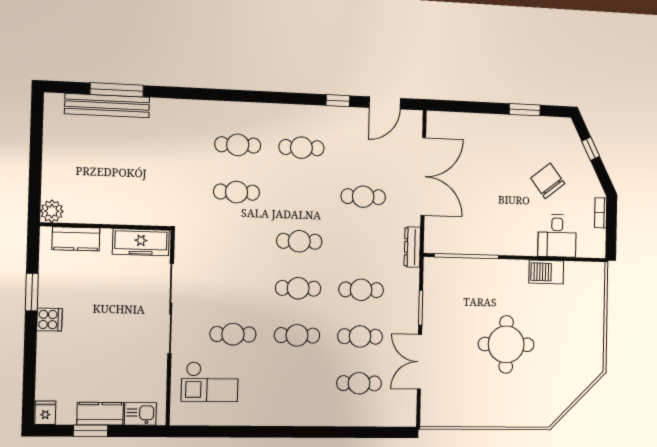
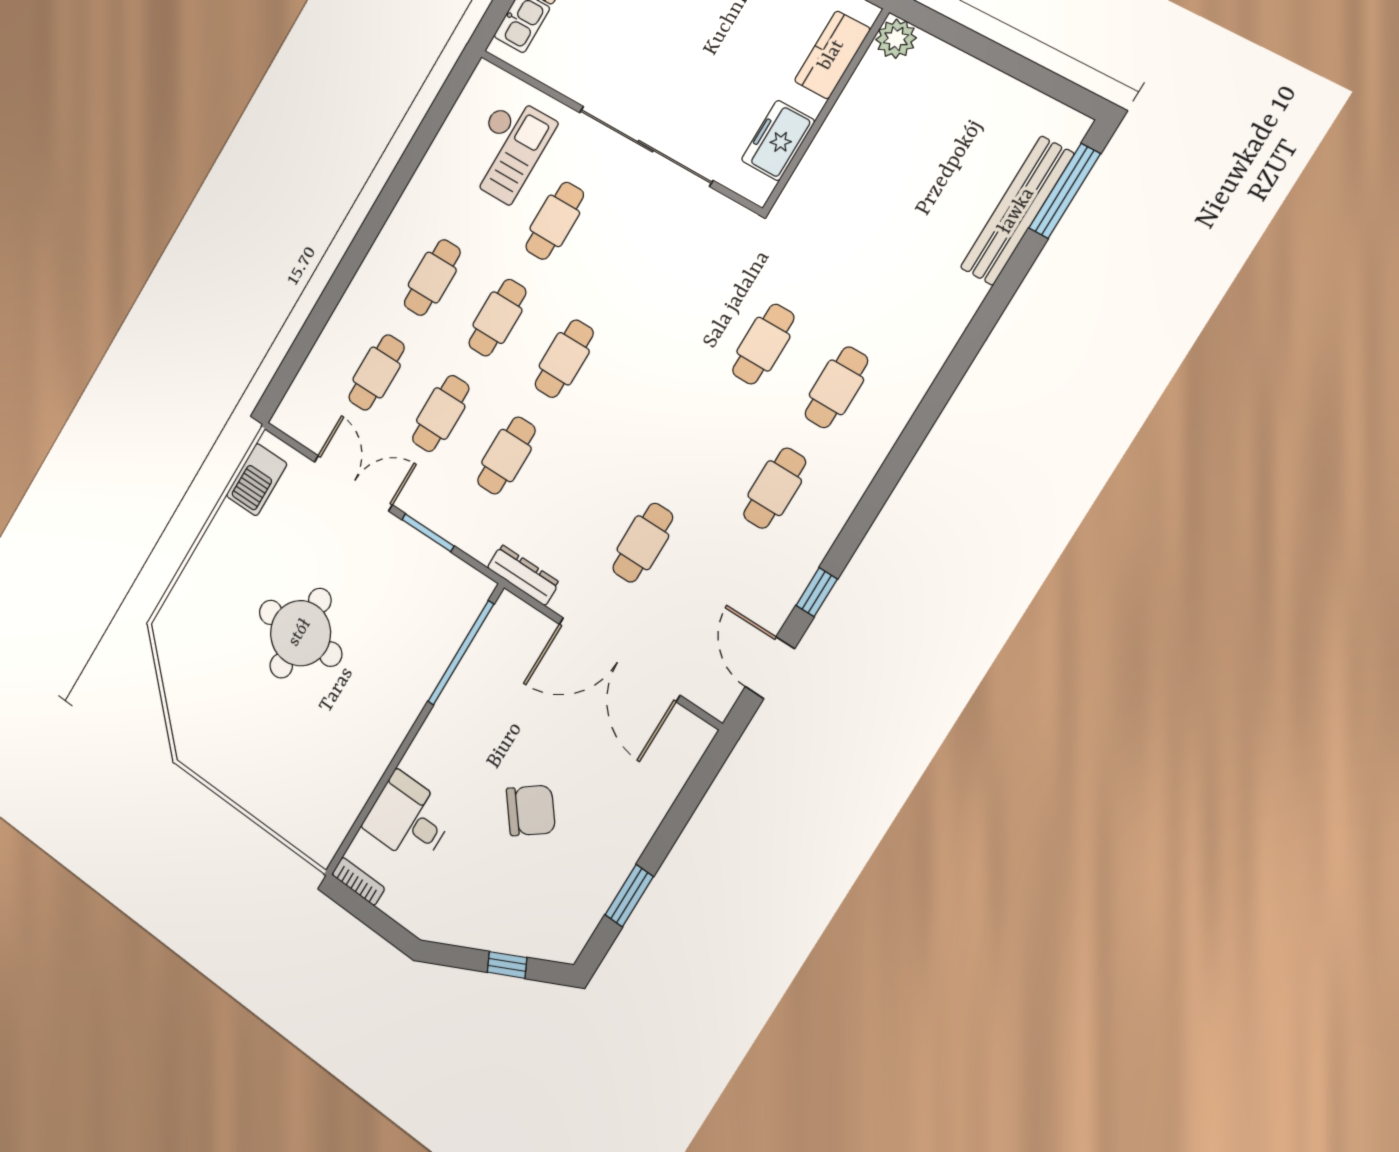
window: (117, 90) -> (1065, 191), moved
chair: (548, 181) -> (531, 810), moved
bookcase: (601, 213) -> (358, 881), moved
cafe table: (299, 241) -> (432, 278), moved
freezer: (141, 242) -> (778, 140), width x0.71
barbecue: (546, 272) -> (257, 480), moved, turned 180
checkout: (210, 382) -> (507, 149), turned 180

